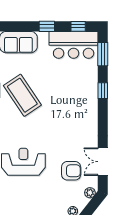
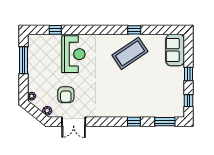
bar counter: (74, 45) -> (173, 97), removed
double door: (103, 162) -> (74, 122), swing flipped

